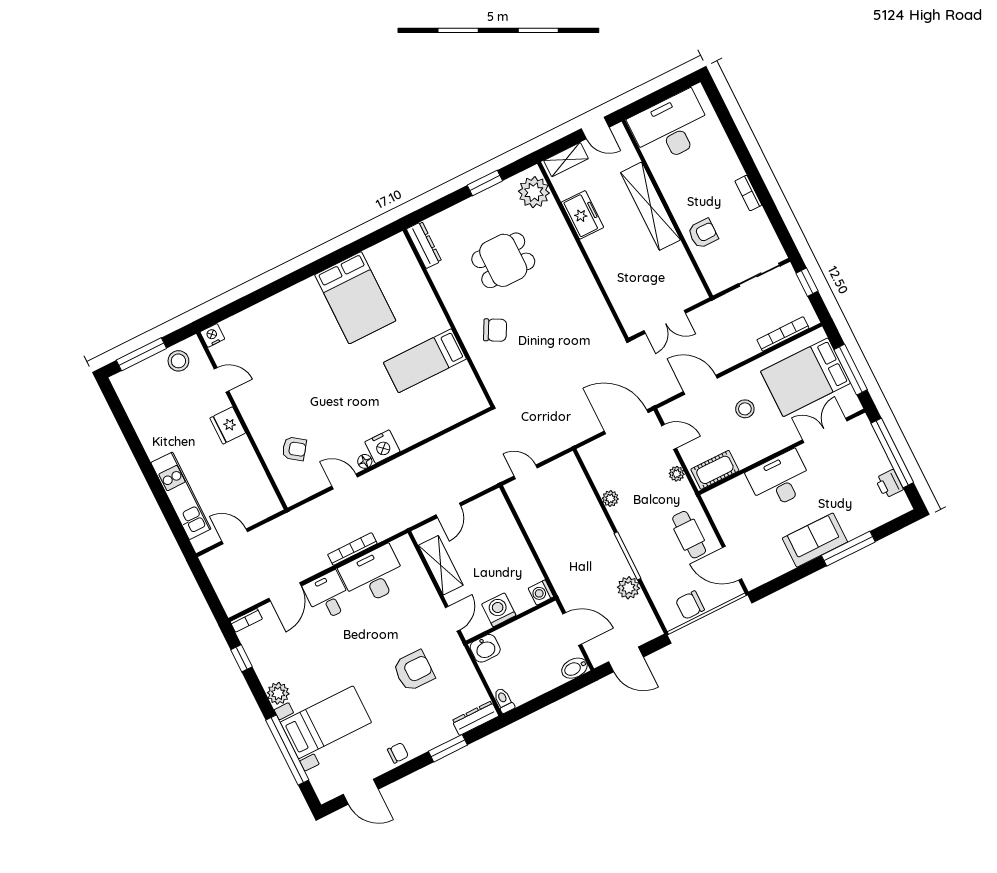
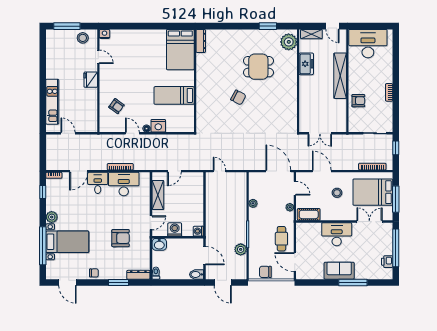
dresser: (424, 245) -> (201, 41), moved
wall: (448, 318) -> (195, 81), moved
bed: (425, 361) -> (174, 95), moved

